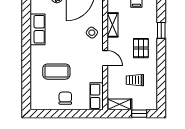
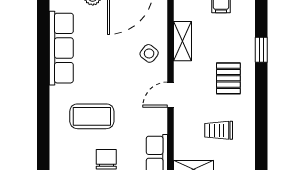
row of seats: (37, 29) -> (61, 48), width x1.48
door: (105, 58) -> (171, 95), swing flipped

